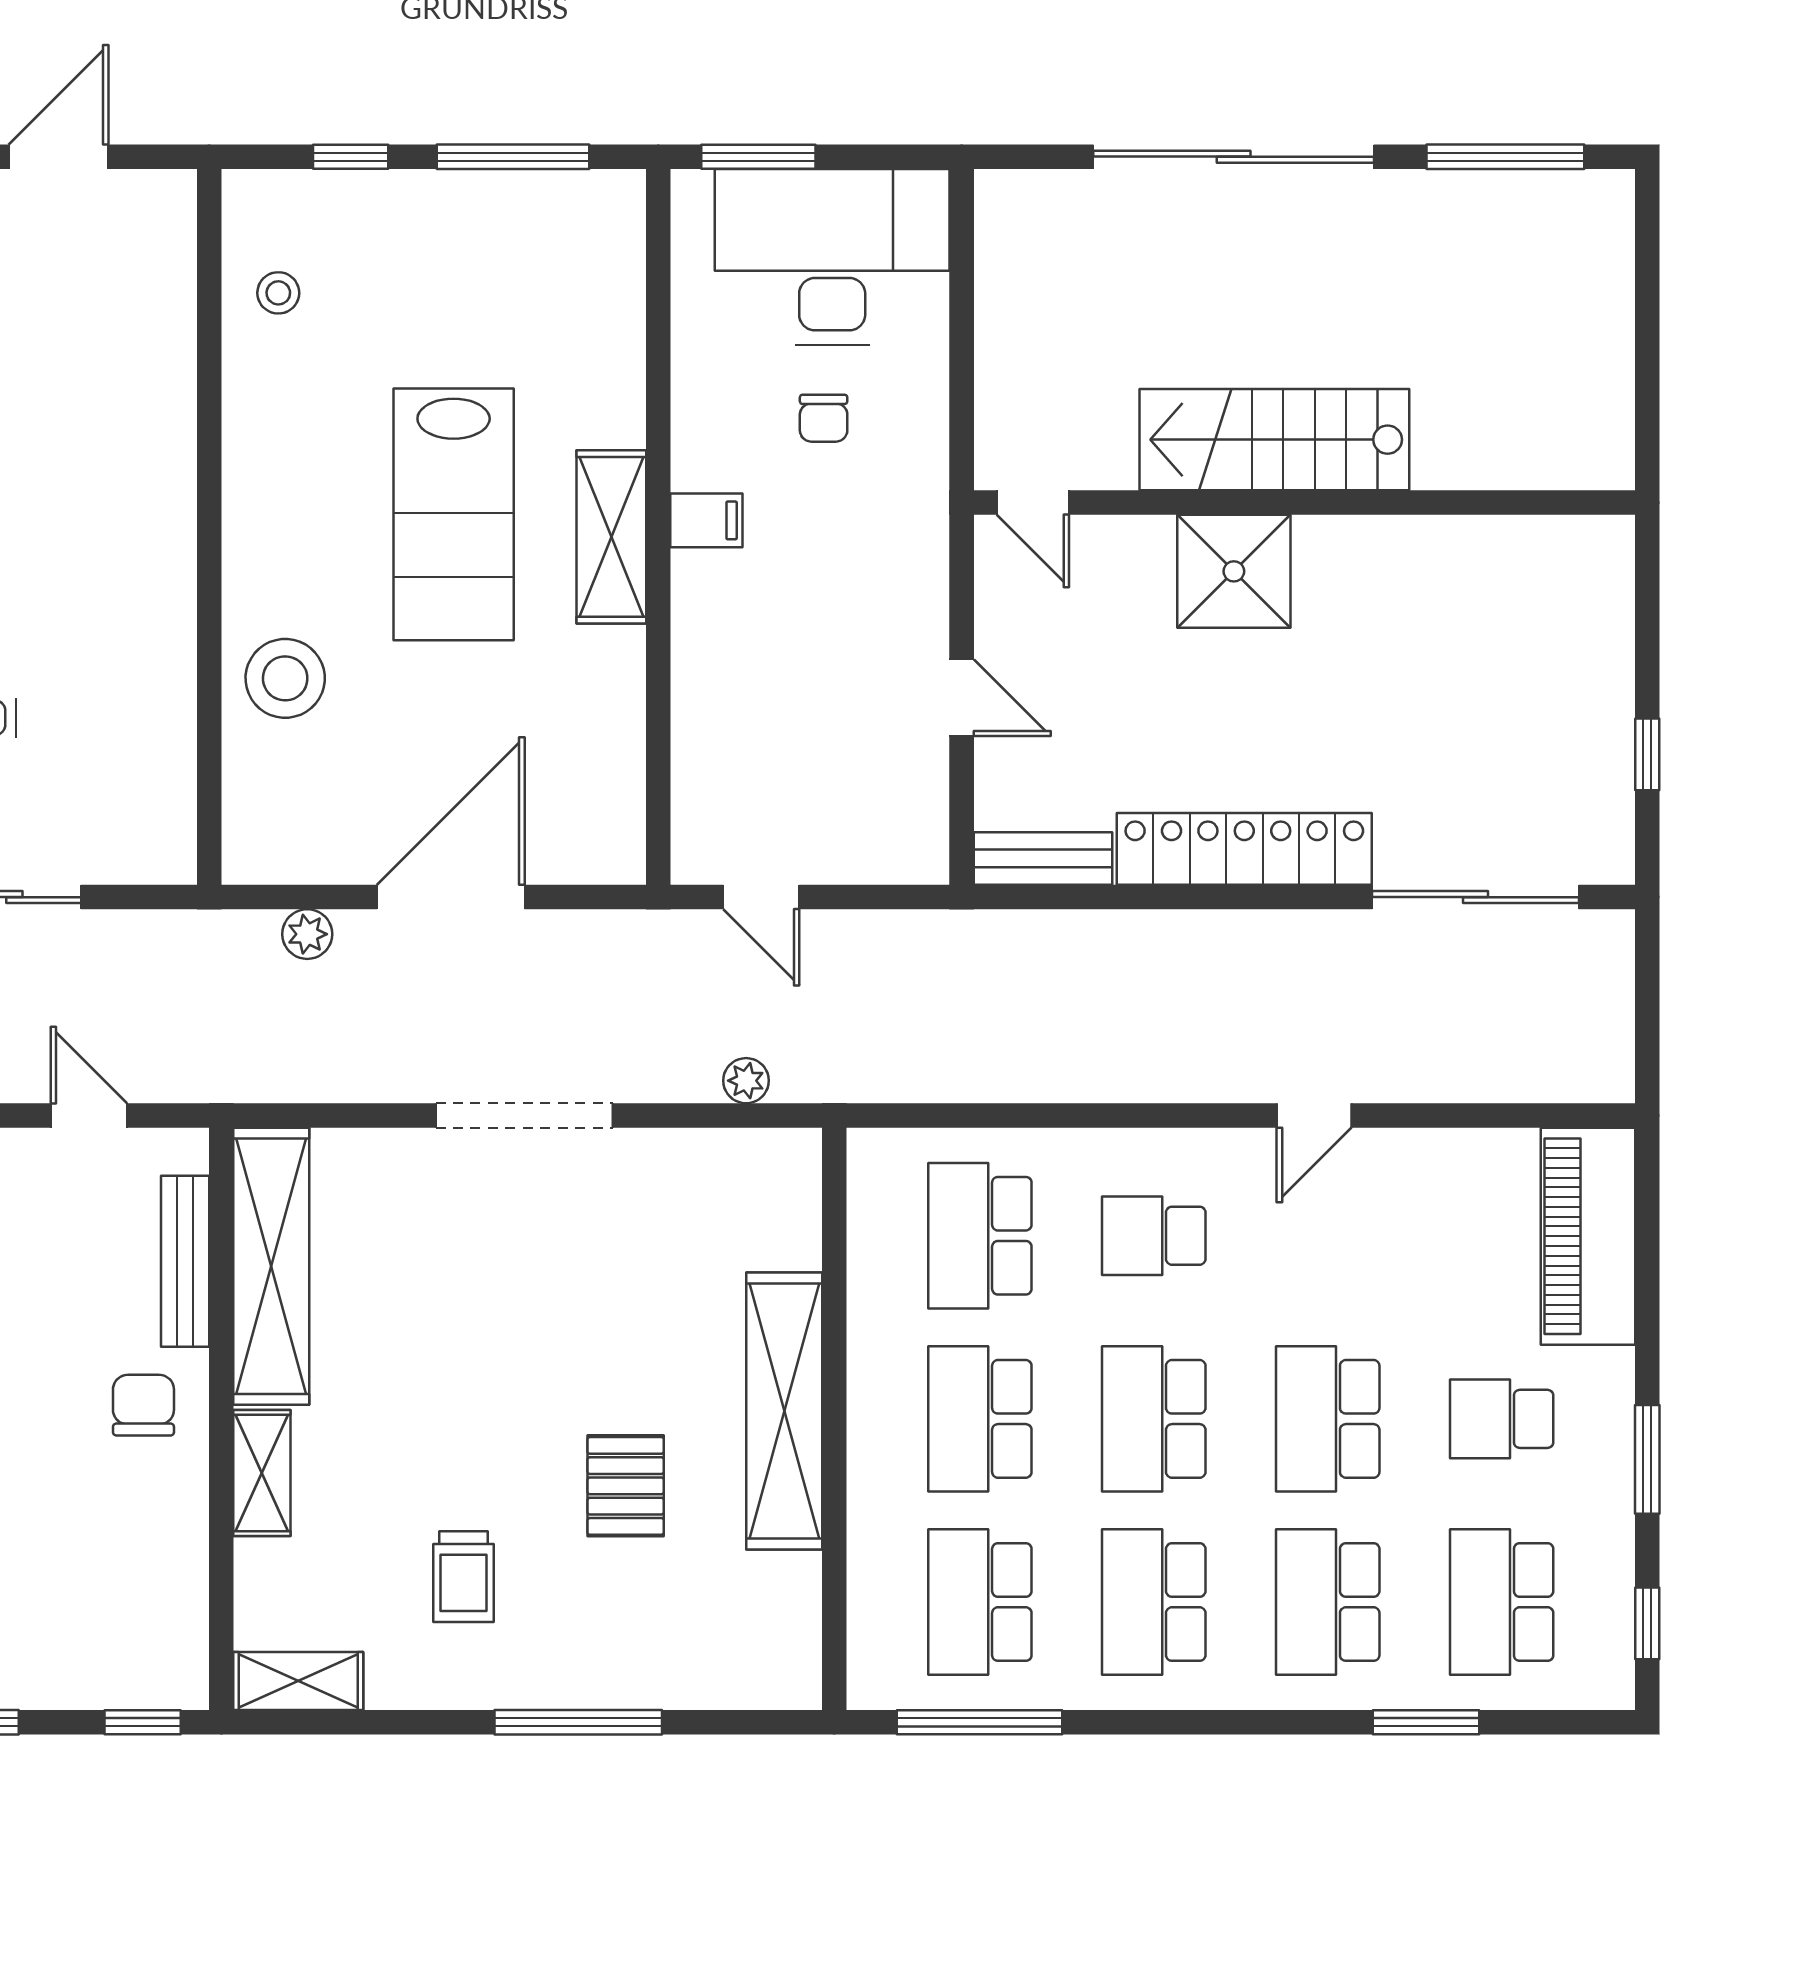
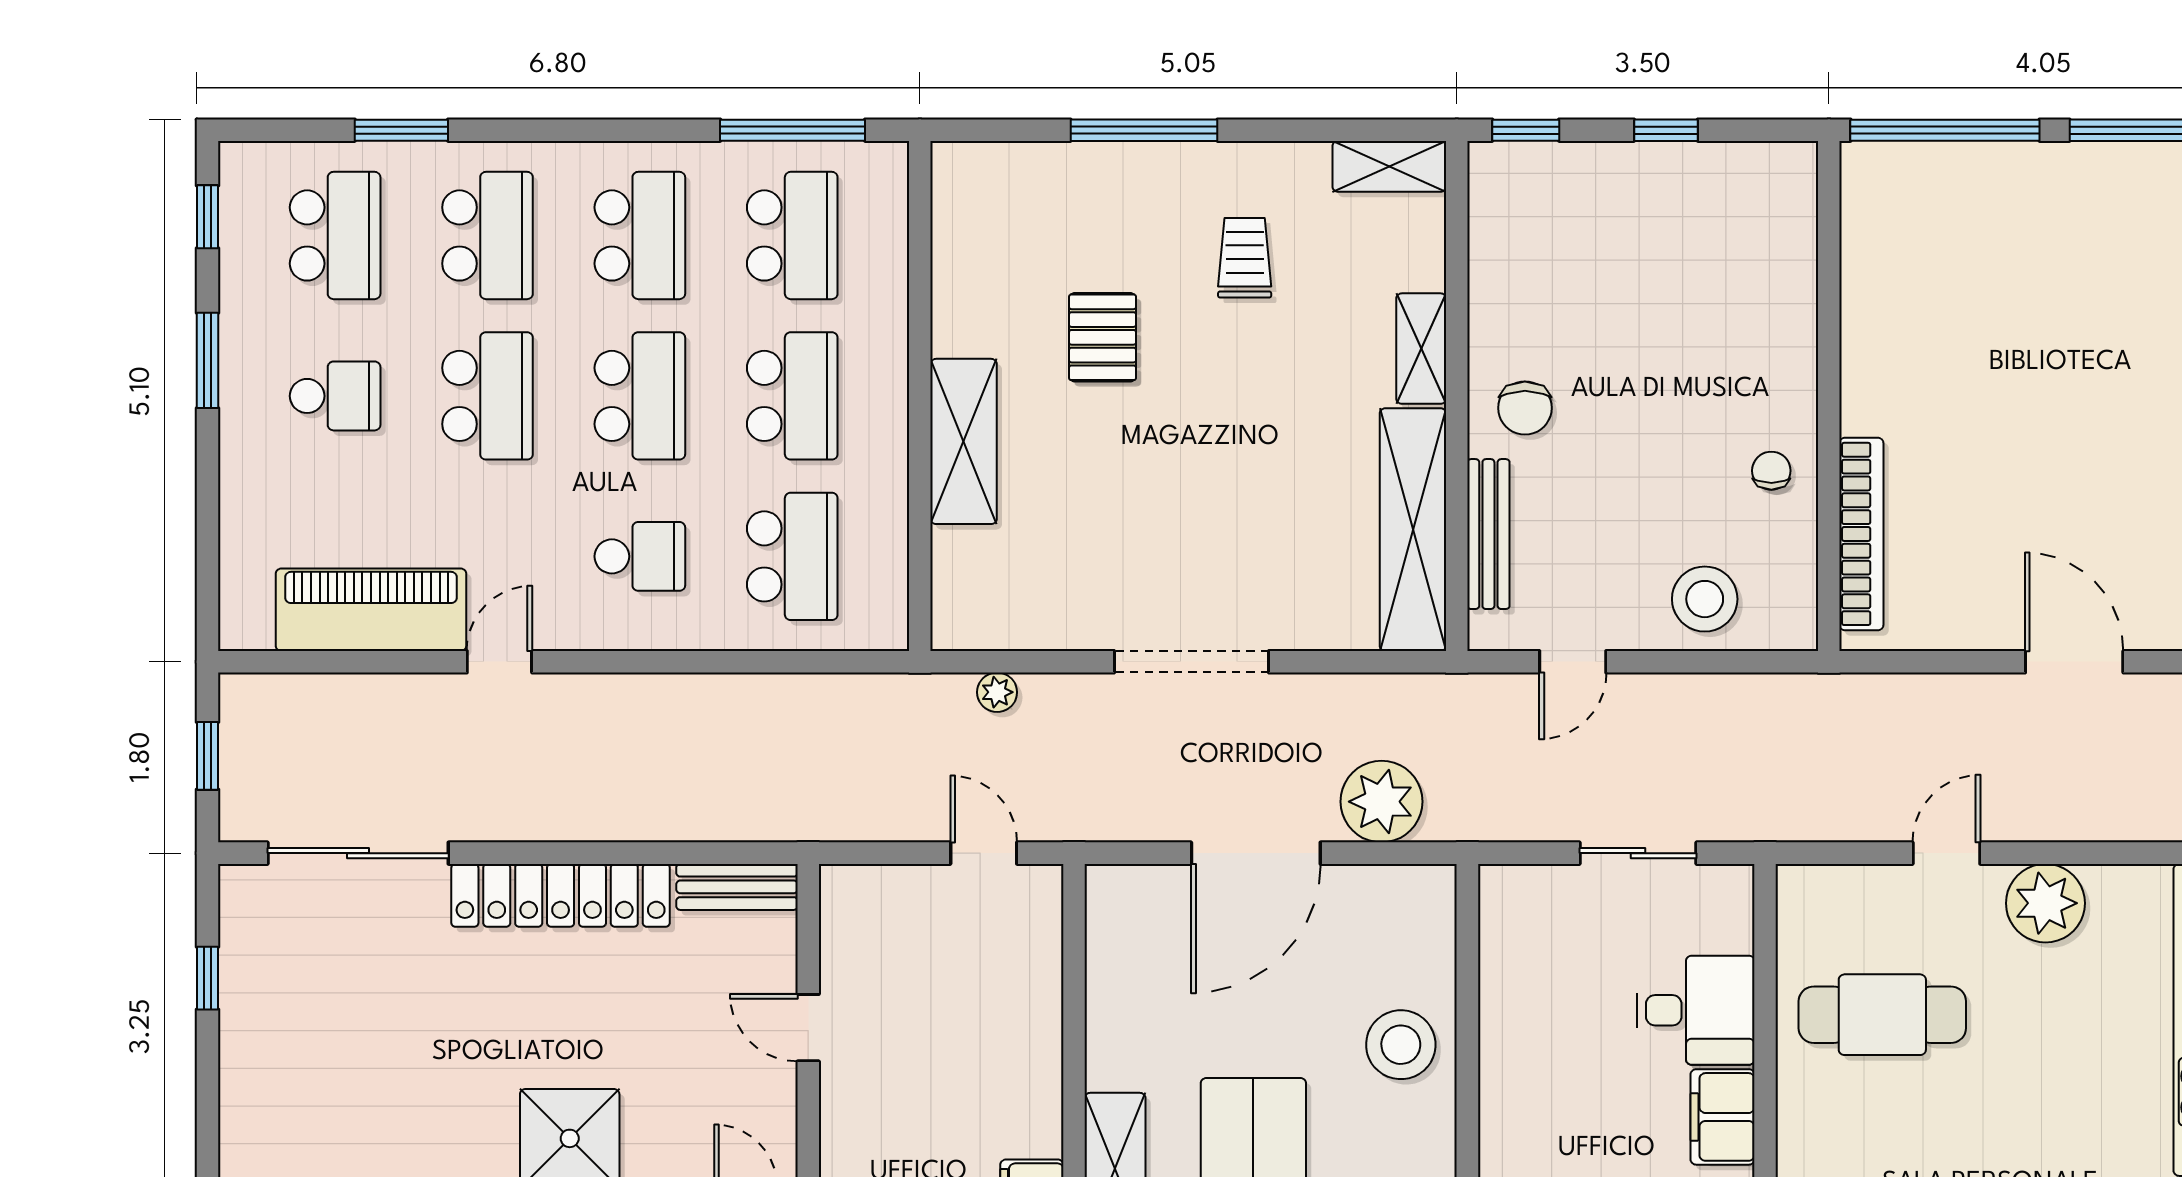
plant: (307, 934) -> (1381, 802), width x1.88, depth x1.88
window: (1647, 1008) -> (208, 756), added
door: (89, 1115) -> (1573, 662), hinge flipped
piano: (1588, 1236) -> (371, 610), moved, turned -90
shelving: (784, 1411) -> (964, 441), width x0.68

